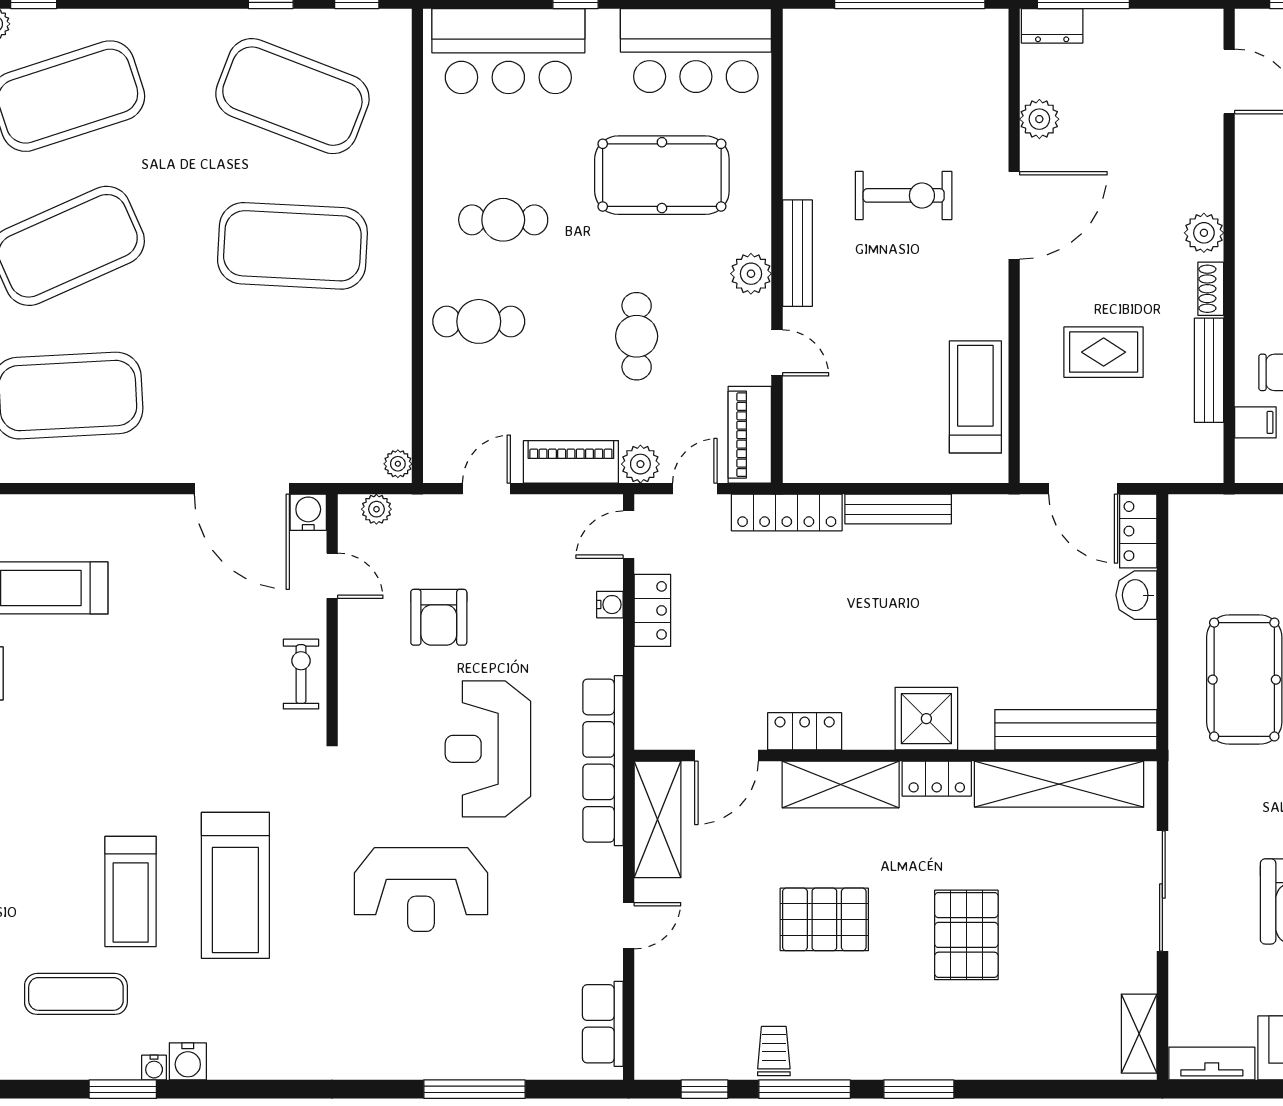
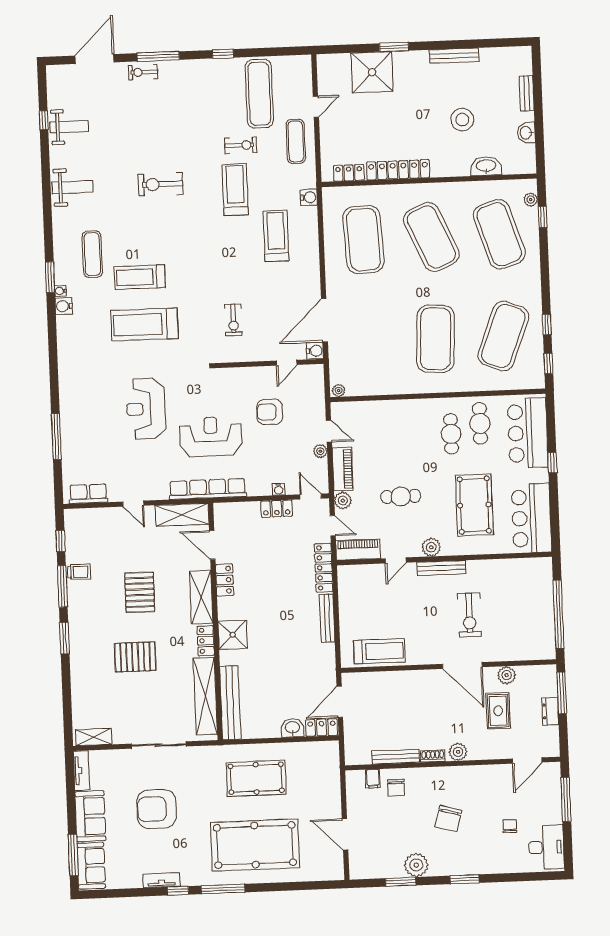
dresser: (1052, 26) -> (550, 711), moved
cafe table: (479, 321) -> (480, 423), moved
rug: (1104, 352) -> (498, 711), moved
plant: (376, 509) -> (320, 451), moved
exercise bike: (301, 674) -> (233, 320), moved, turned 90

